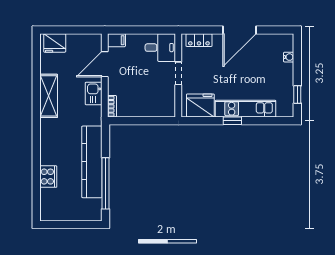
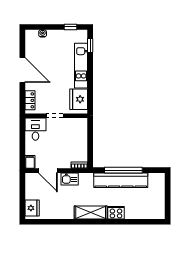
shelving: (49, 96) -> (91, 213), moved
window: (232, 121) -> (90, 45), moved
cooker: (48, 177) -> (116, 213), moved
window: (105, 183) -> (123, 170), moved

